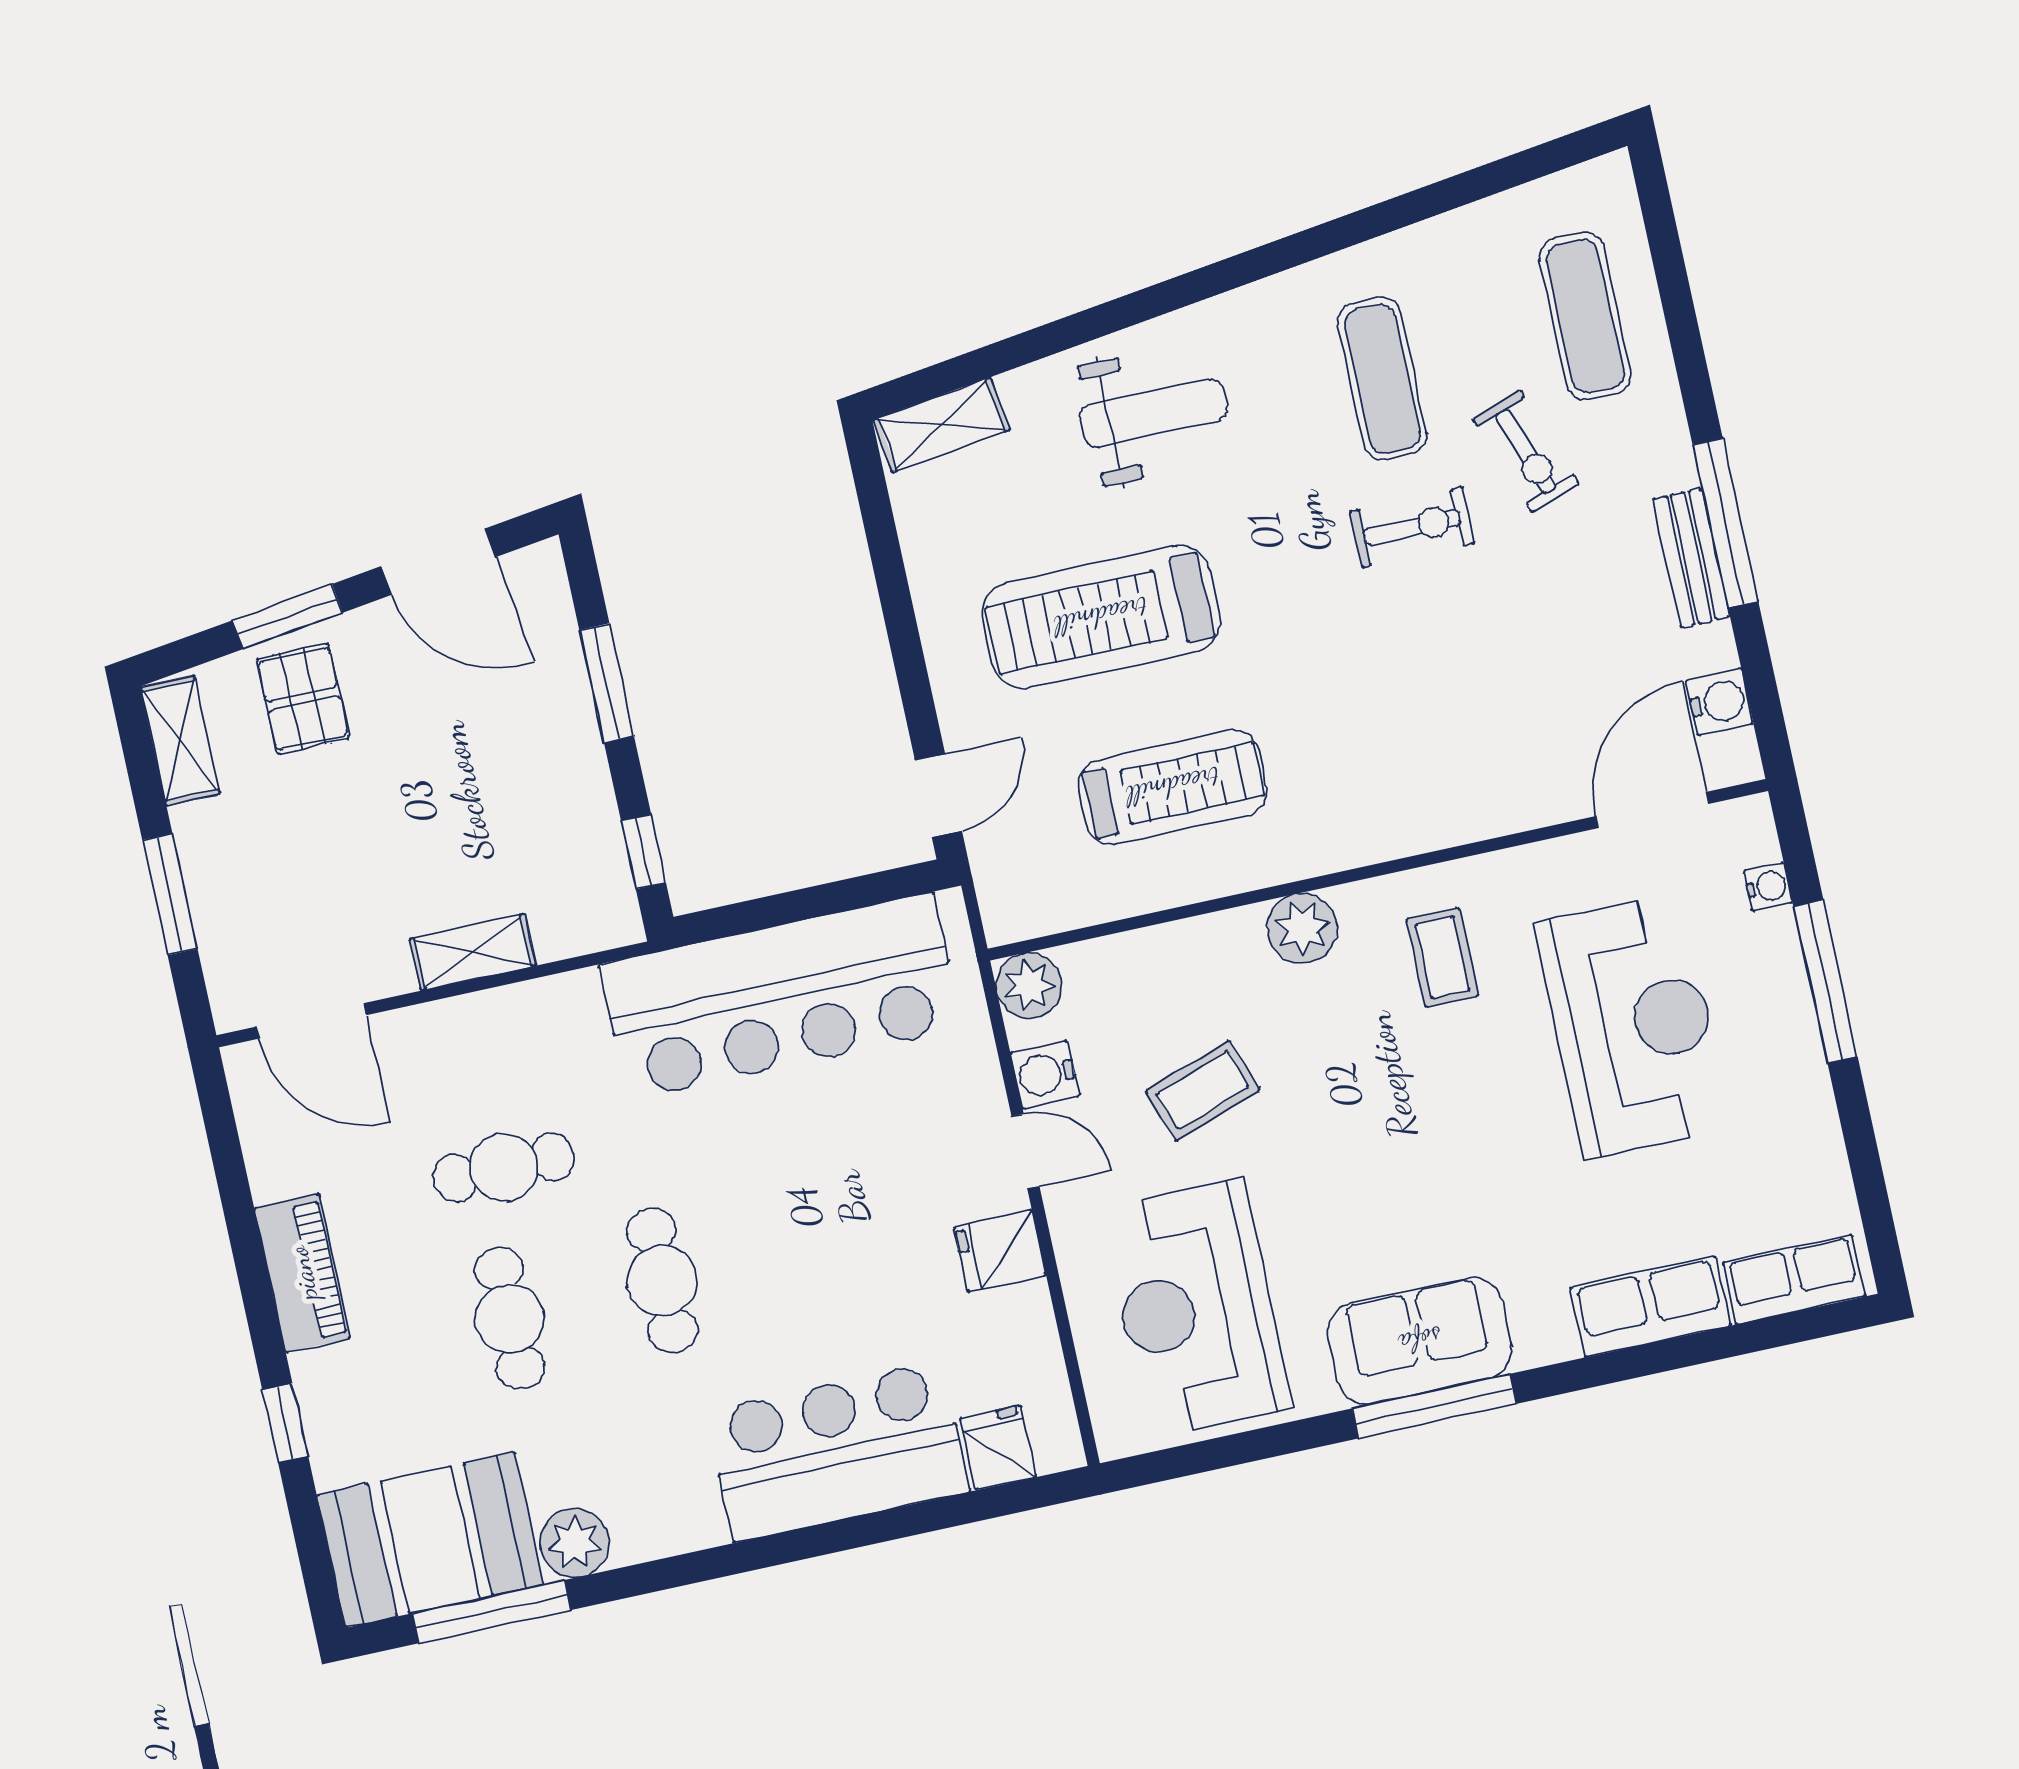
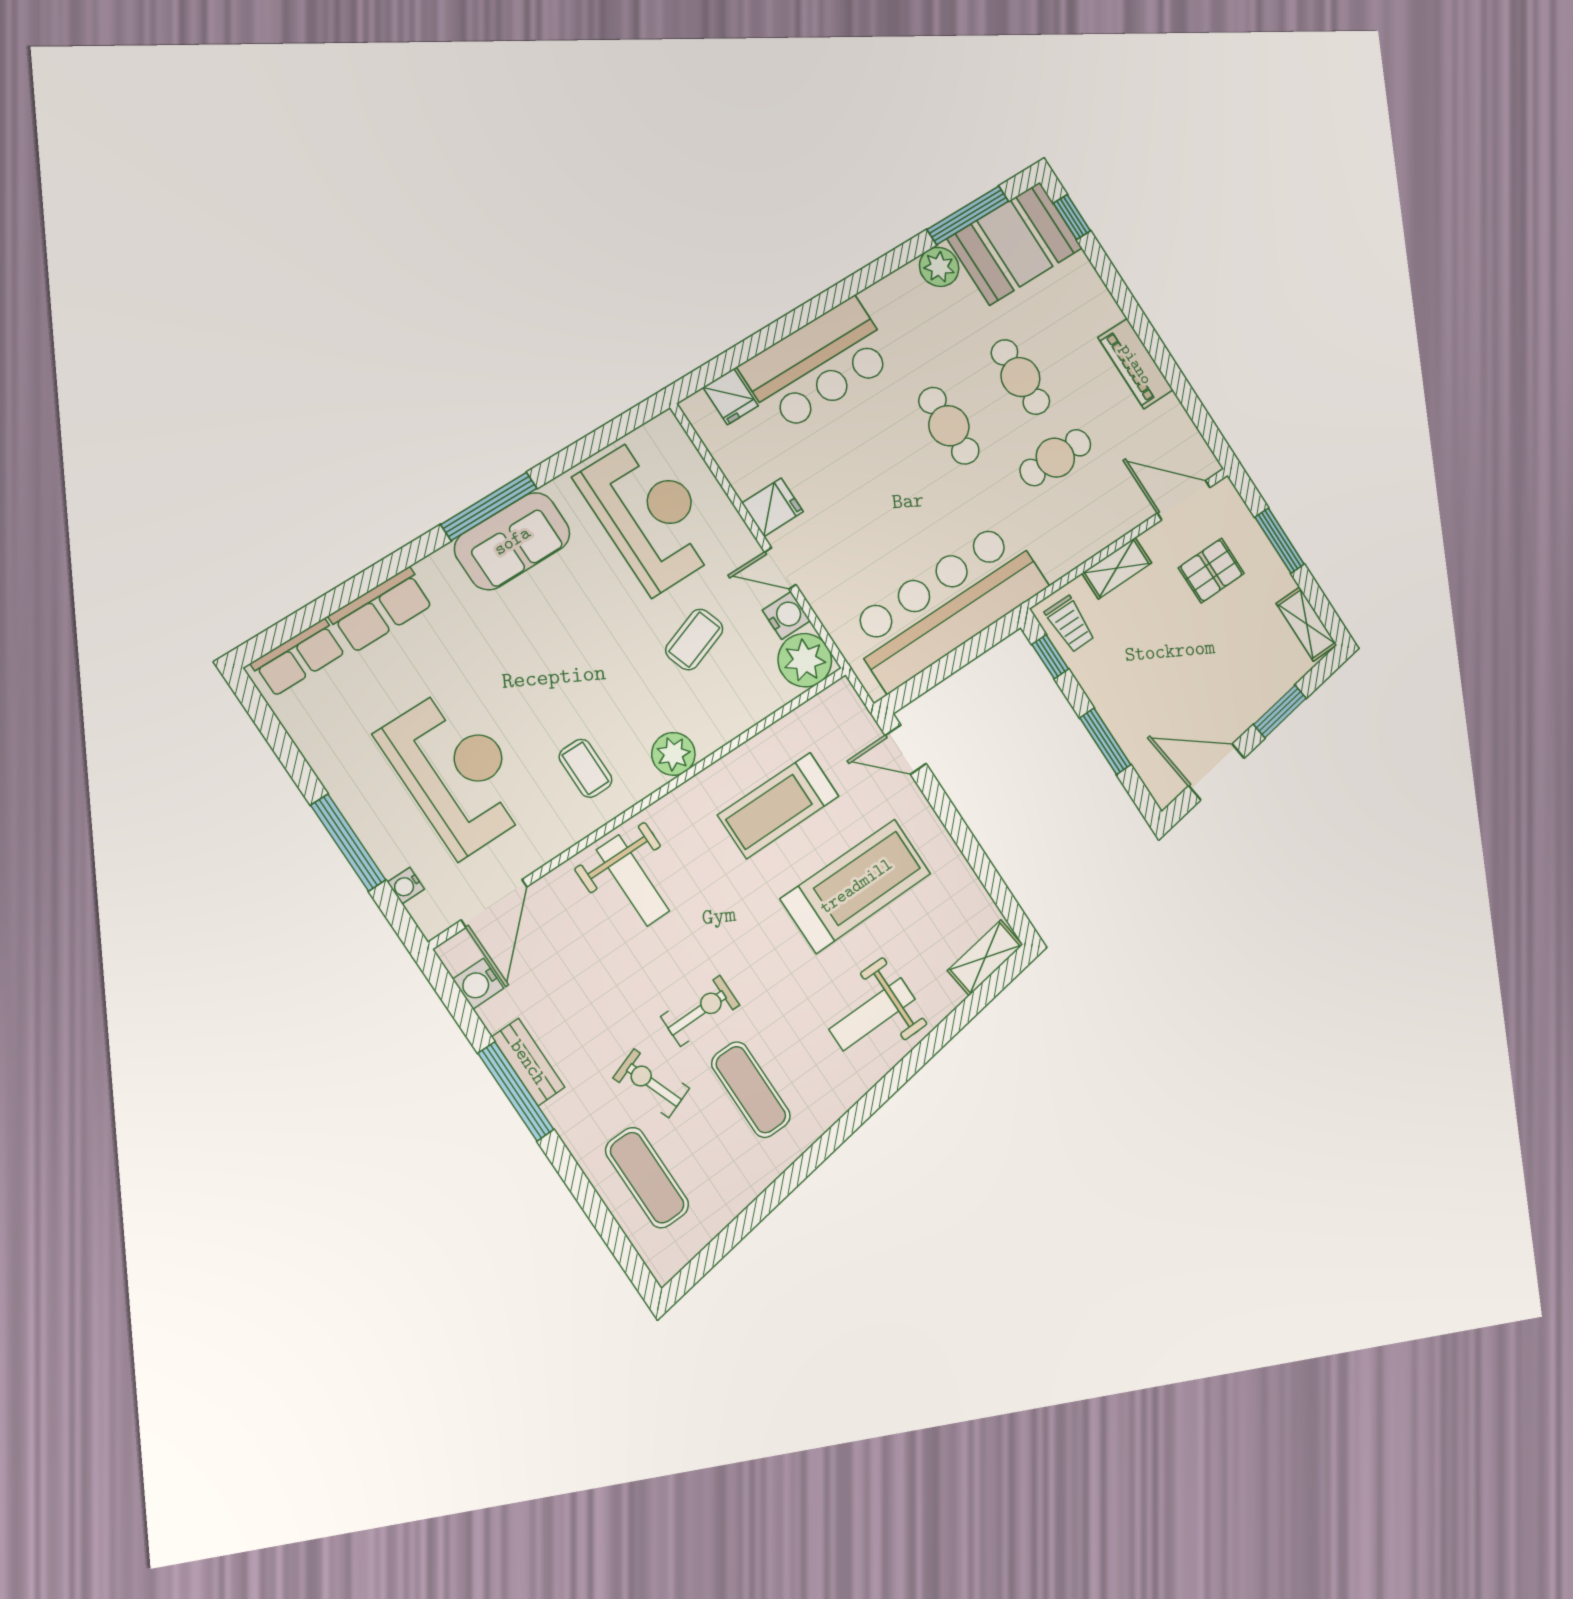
exercise bike: (1412, 527) -> (700, 1011), turned 180
pallet: (303, 699) -> (1211, 571), moved, turned 90
weight bench: (1437, 762) -> (633, 880), added
door: (938, 796) -> (906, 750), hinge flipped
trolley: (589, 892) -> (1070, 624), added
plant: (1029, 986) -> (805, 660), width x1.36, depth x1.36
reception desk: (1633, 1025) -> (456, 772), turned 180
window: (285, 1423) -> (1072, 217), moved

